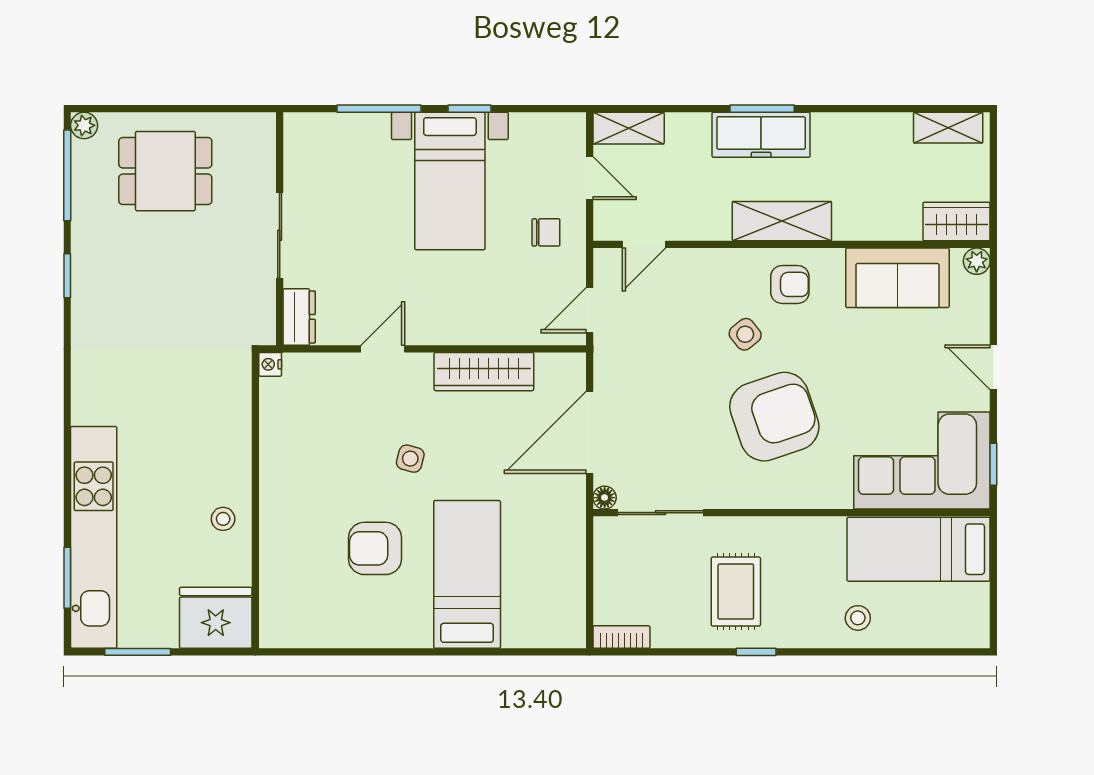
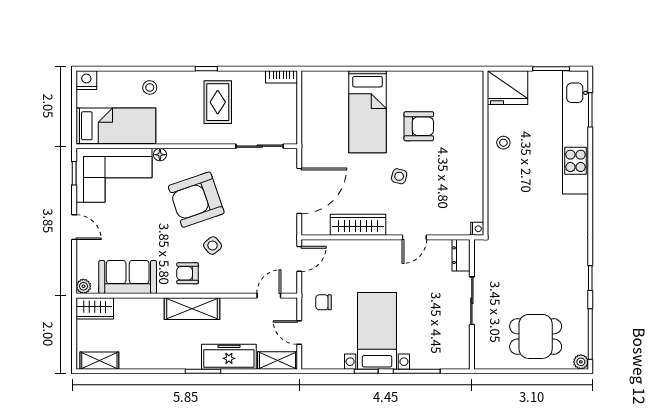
freezer: (761, 135) -> (229, 357), moved
floor lamp: (605, 498) -> (160, 155), moved
nightstand: (971, 631) -> (86, 80), added

